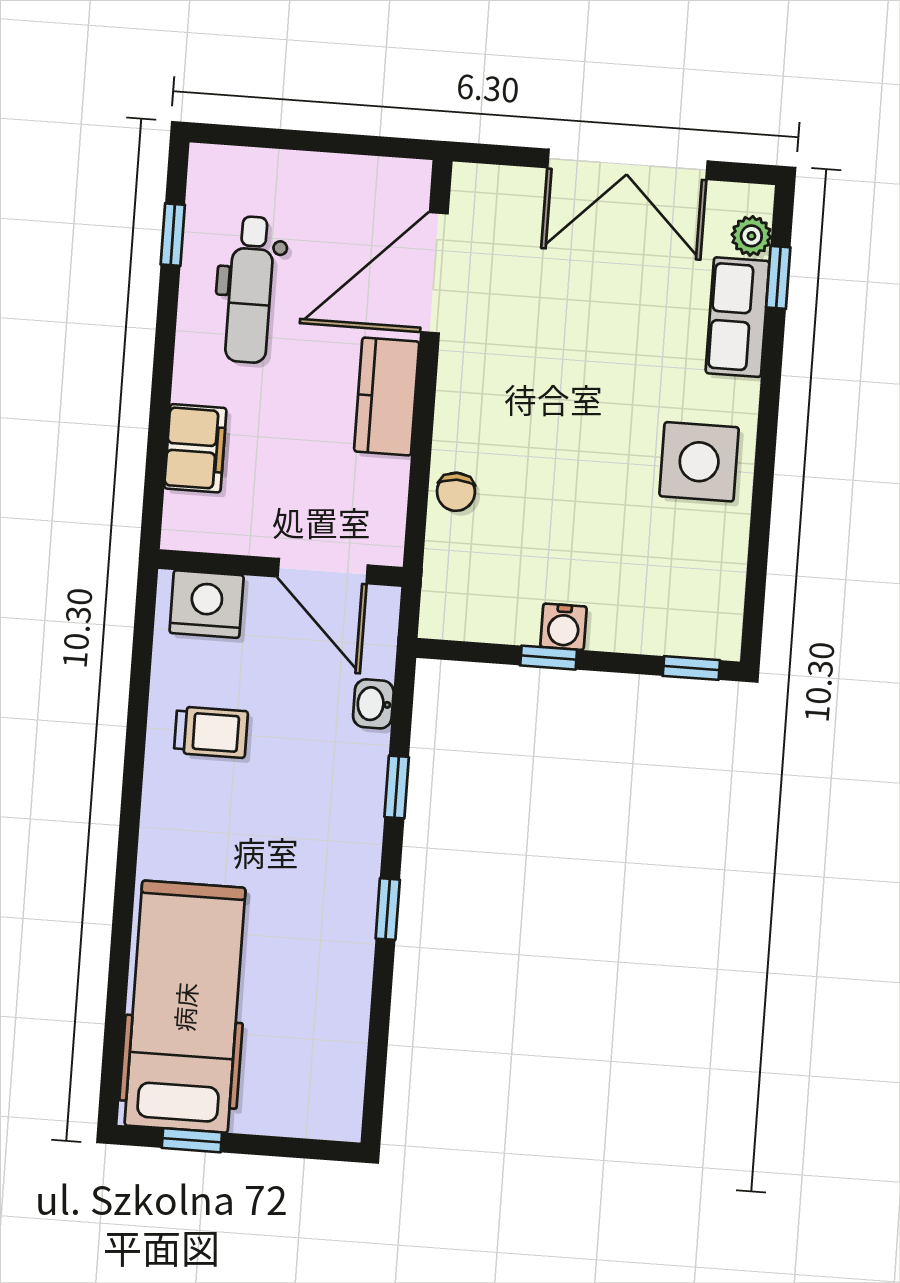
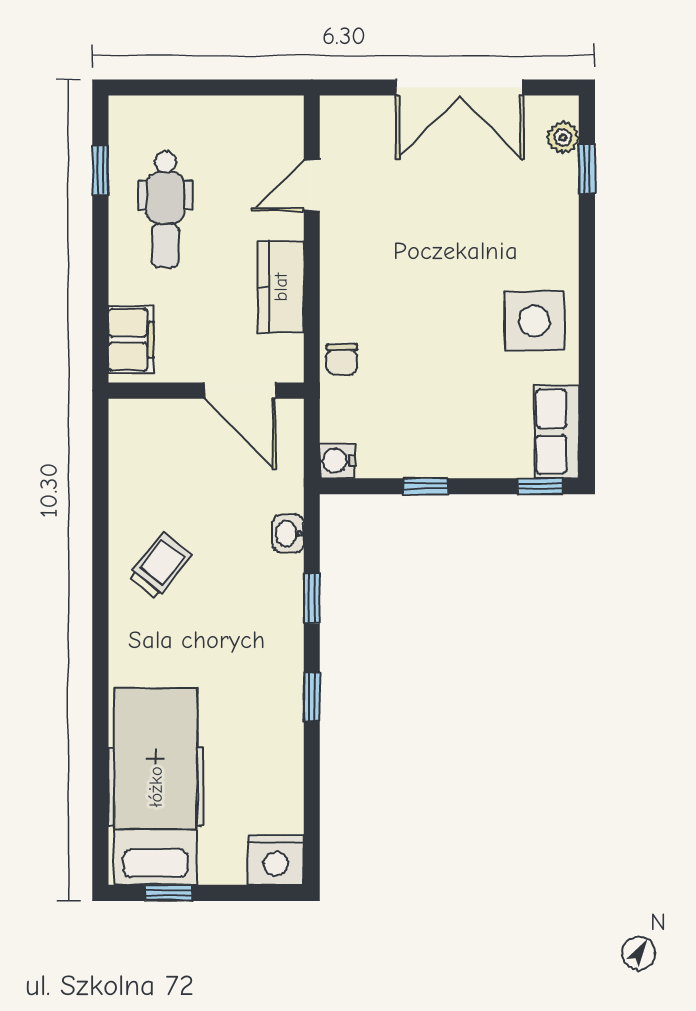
door: (434, 273) -> (312, 185), width x0.53
row of seats: (738, 317) -> (557, 432), moved
wall: (280, 568) -> (206, 391), moved
door: (323, 571) -> (240, 391), moved
nightstand: (207, 604) -> (276, 860), moved, turned 180
water cooler: (563, 627) -> (337, 461), moved, turned 90
trolley: (211, 732) -> (160, 566), turned -51

